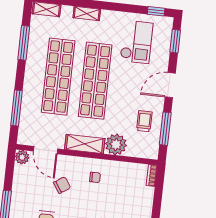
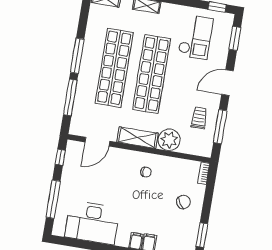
window: (24, 43) -> (77, 56), moved
door: (45, 150) -> (97, 142), hinge flipped
plant: (22, 157) -> (73, 148), removed
window: (10, 167) -> (60, 157), added
chair: (62, 185) -> (183, 202), moved

